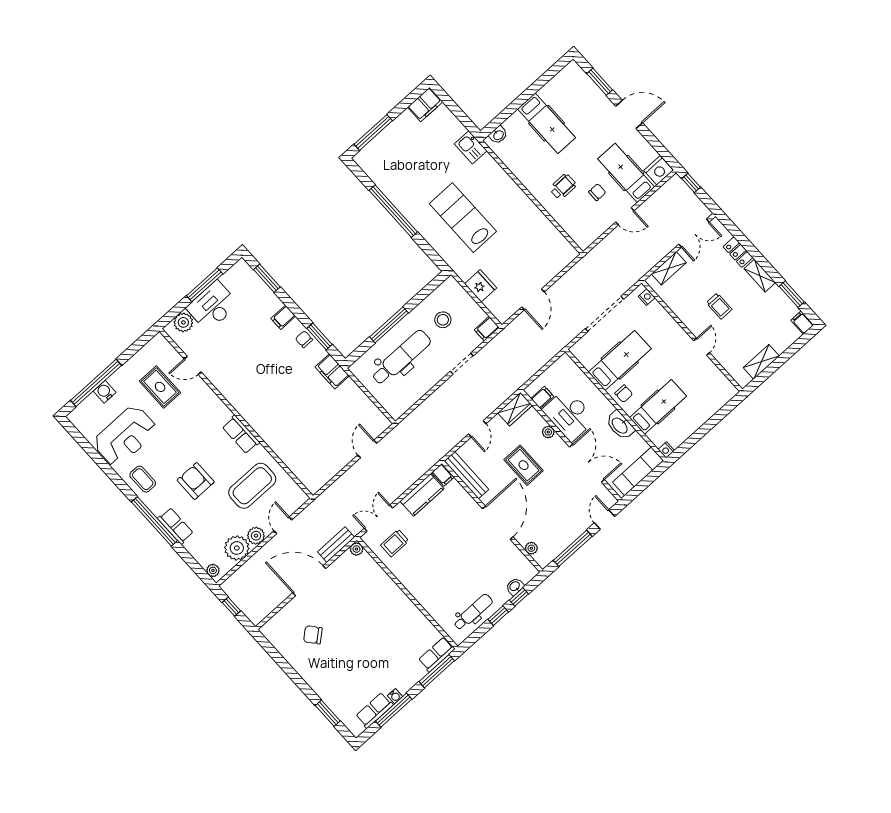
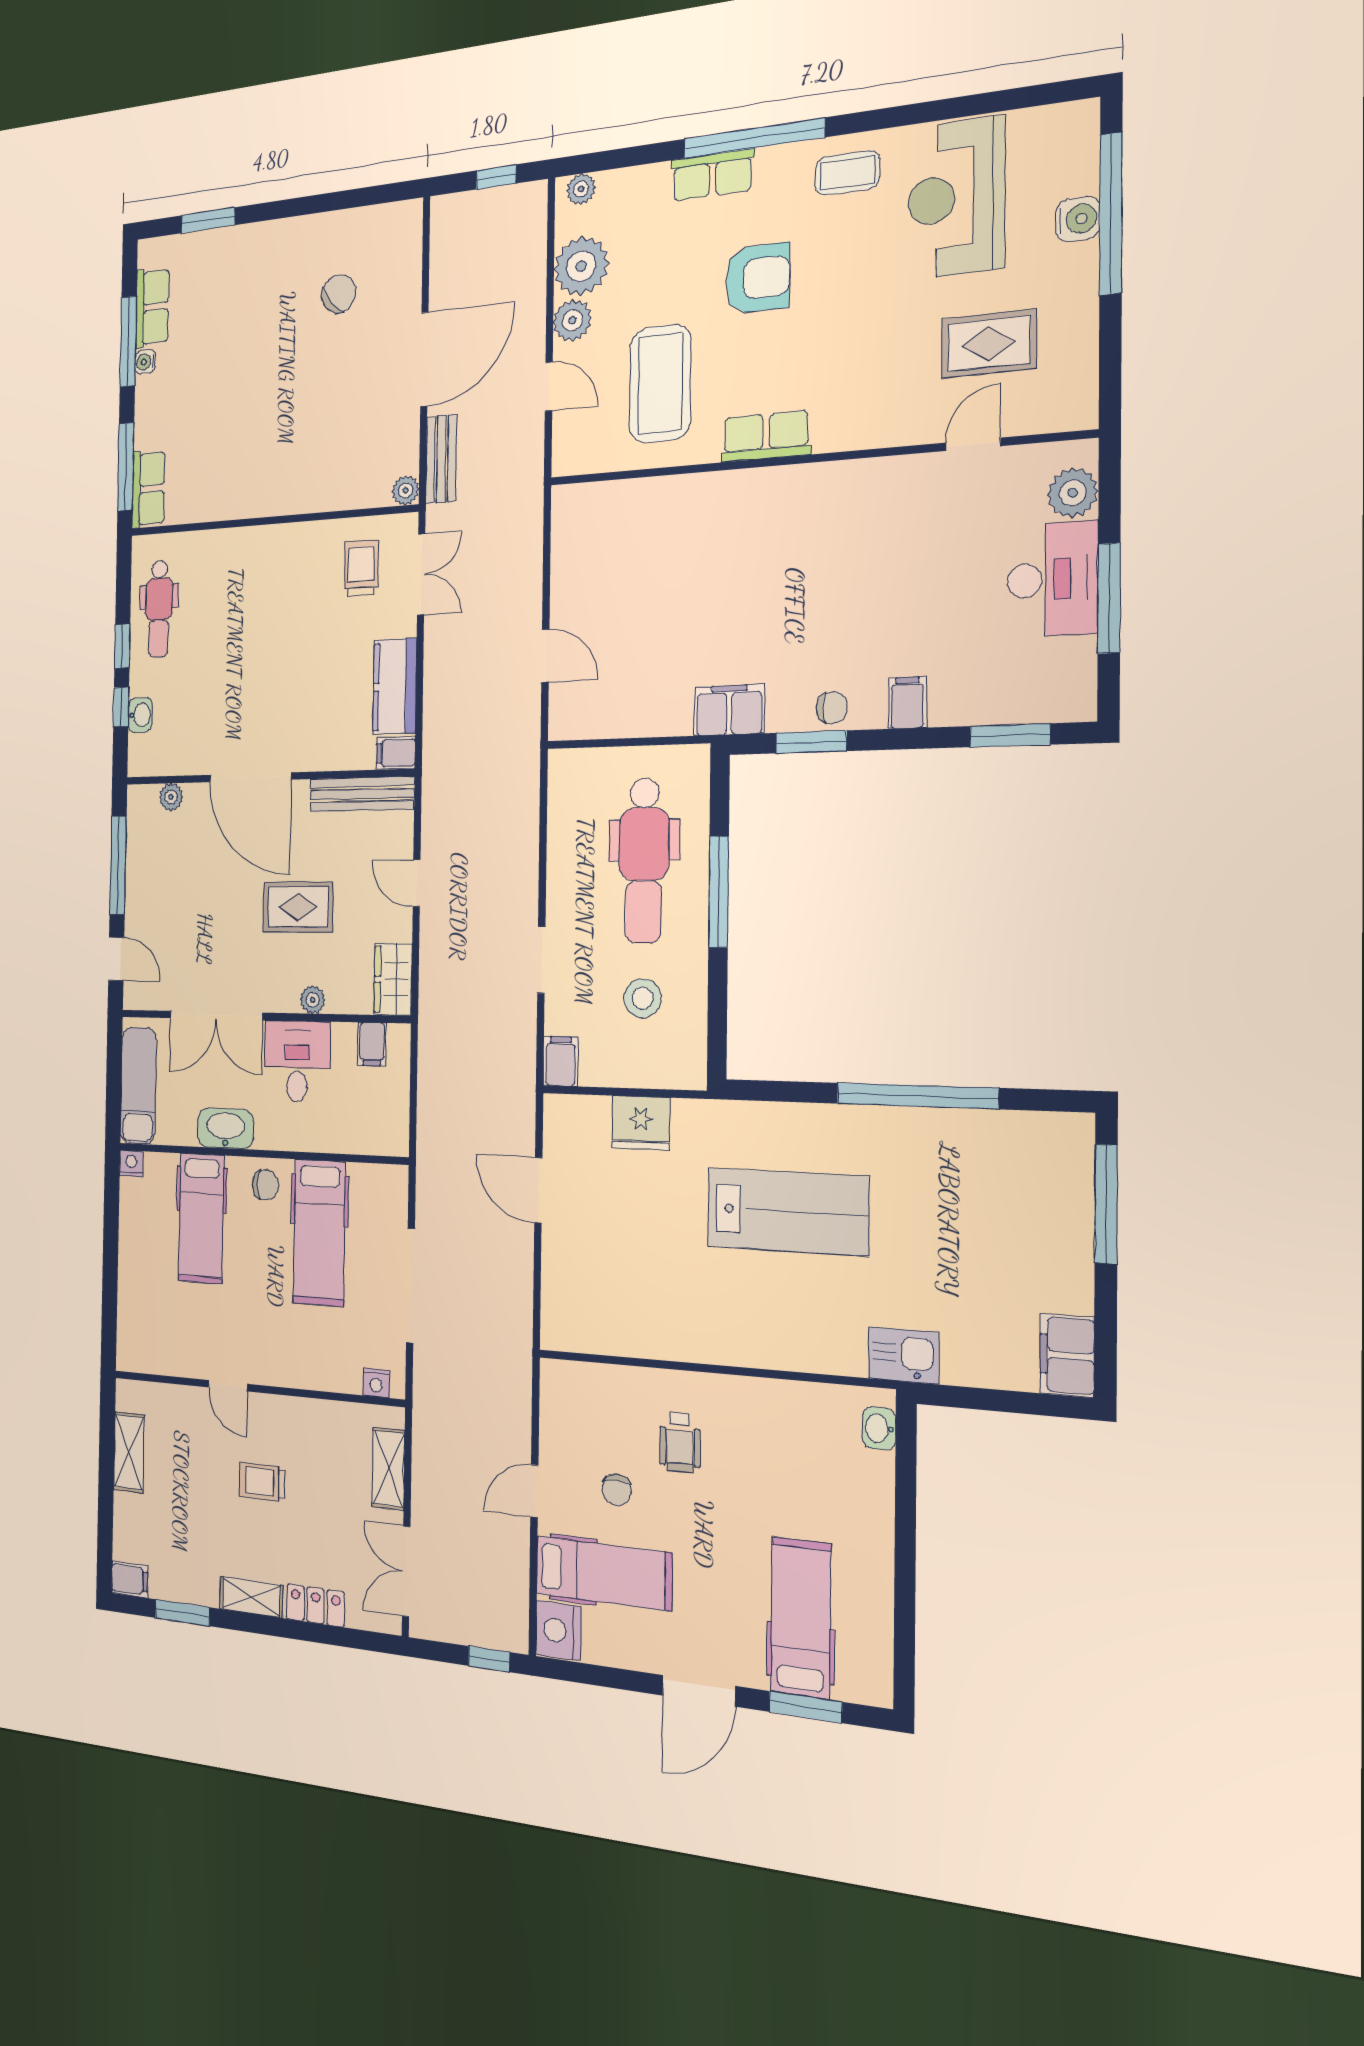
hospital bed: (546, 123) -> (801, 1618), moved, turned 90
chair: (624, 394) -> (266, 1185), turned 180
desk: (569, 415) -> (297, 1061), width x0.73

